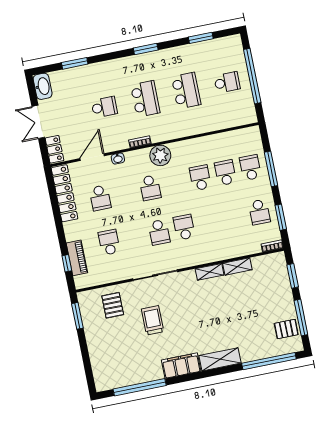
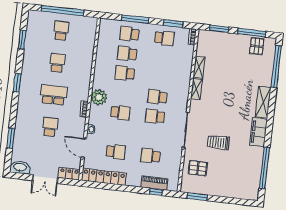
school desk: (186, 91) -> (57, 63), width x0.54
school desk: (159, 232) -> (155, 117), turned 180

